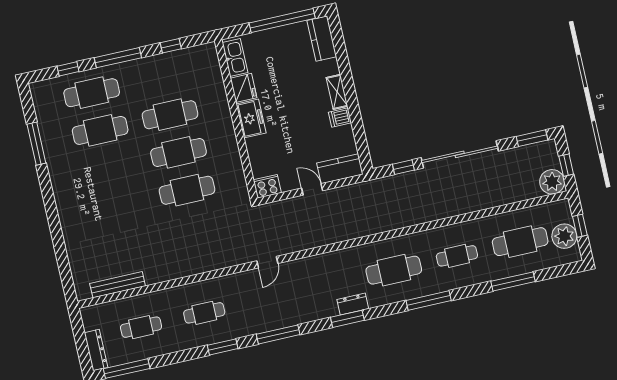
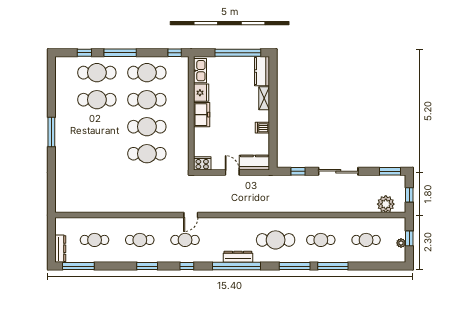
window: (171, 46) -> (175, 53), moved
cafe table: (161, 77) -> (147, 73), added
shelving: (337, 92) -> (264, 98), moved
window: (36, 144) -> (51, 132), moved
sliding door: (460, 154) -> (338, 171), width x0.73
plant: (552, 182) -> (386, 204), moved
plant: (564, 236) -> (401, 243), width x0.53, depth x0.53
cafe table: (520, 242) -> (366, 240), width x0.73, depth x0.74
window: (513, 281) -> (333, 266), moved
bench: (118, 285) -> (85, 207), removed
cafe table: (267, 299) -> (185, 240), added
dresser: (353, 304) -> (238, 257), width x1.44
window: (347, 319) -> (236, 266), width x2.11
window: (278, 334) -> (187, 266), width x0.46

